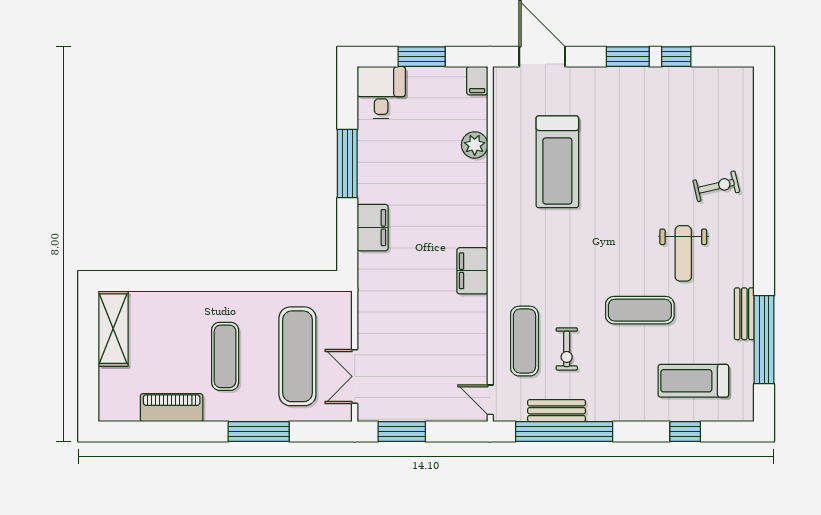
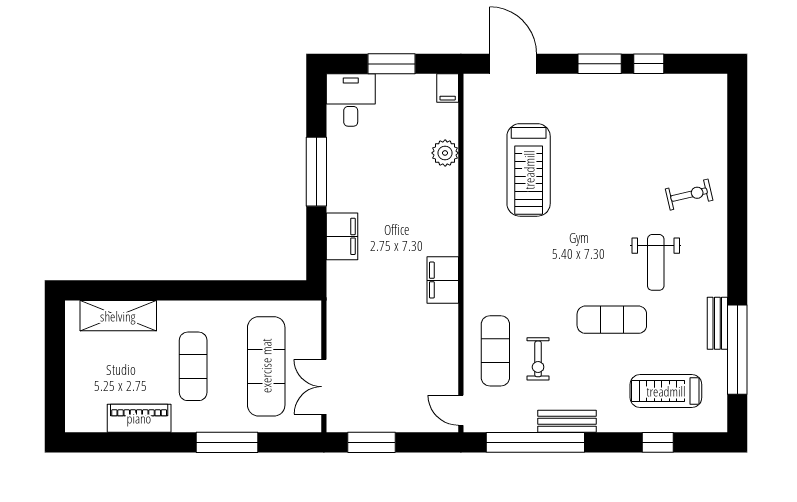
shelving: (113, 329) -> (118, 316), moved, turned 90
bench: (557, 411) -> (567, 421), moved

